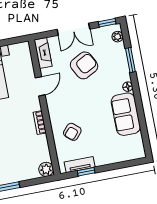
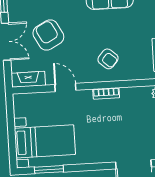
armchair: (72, 132) -> (108, 59), moved

